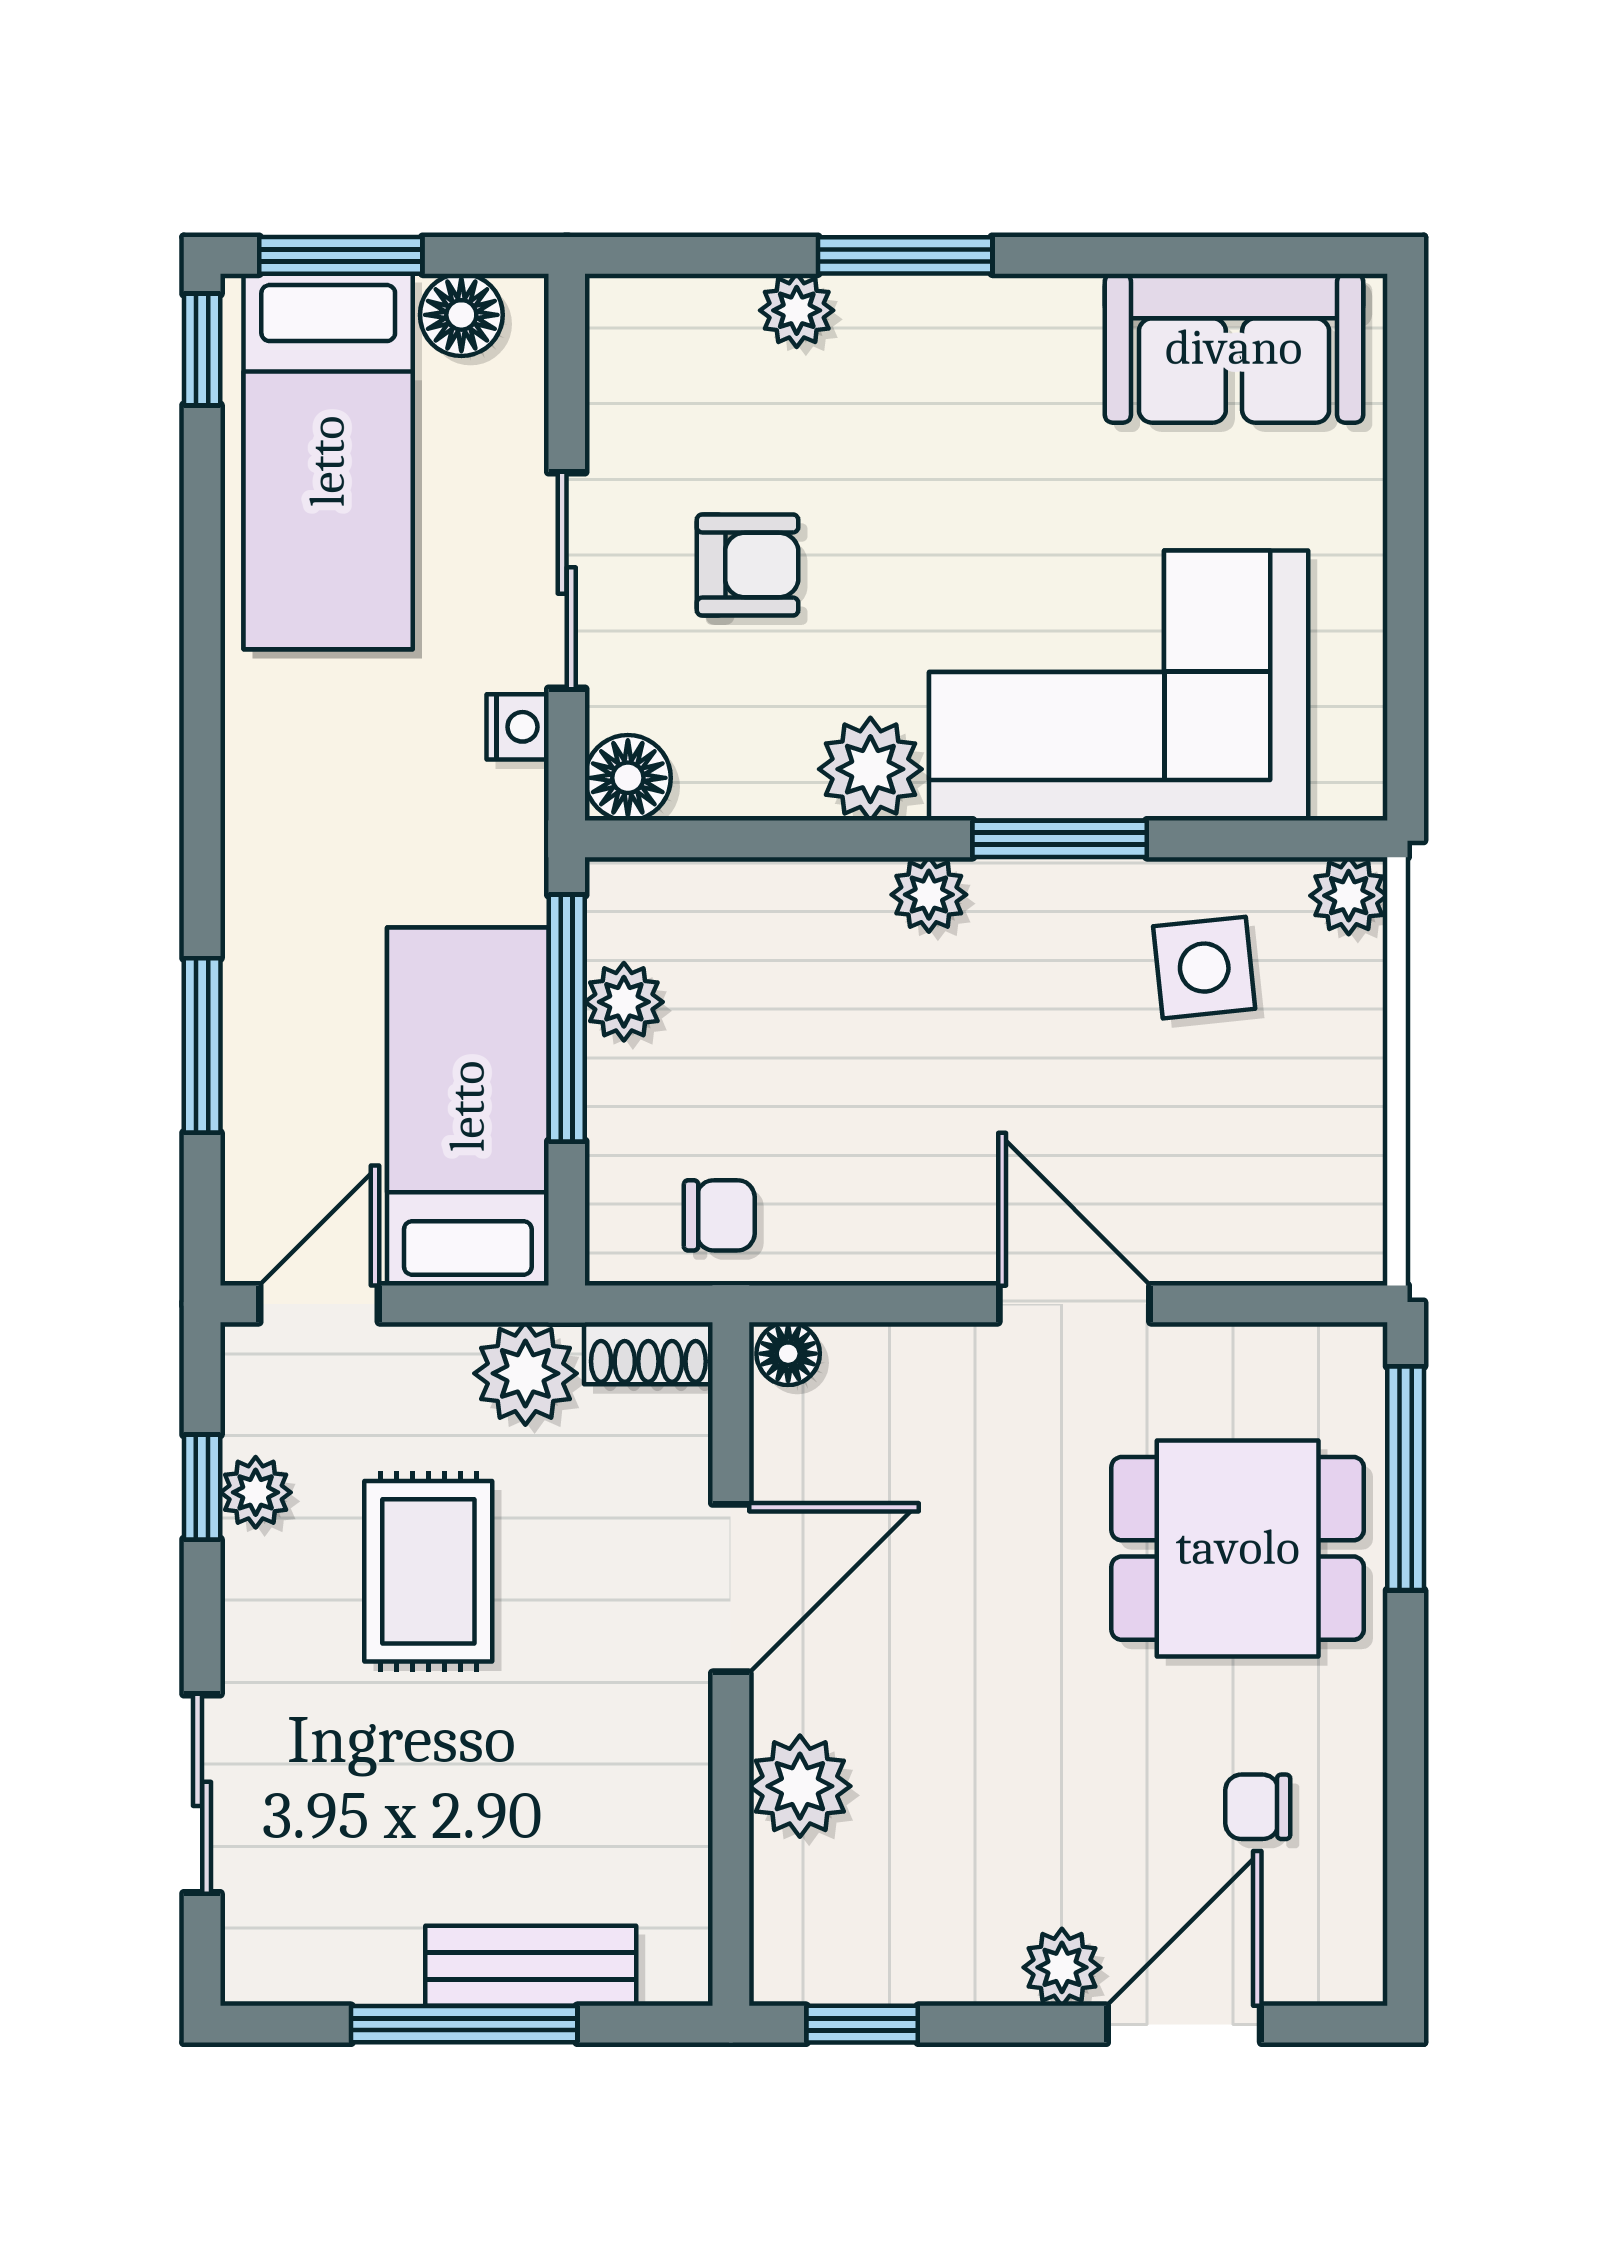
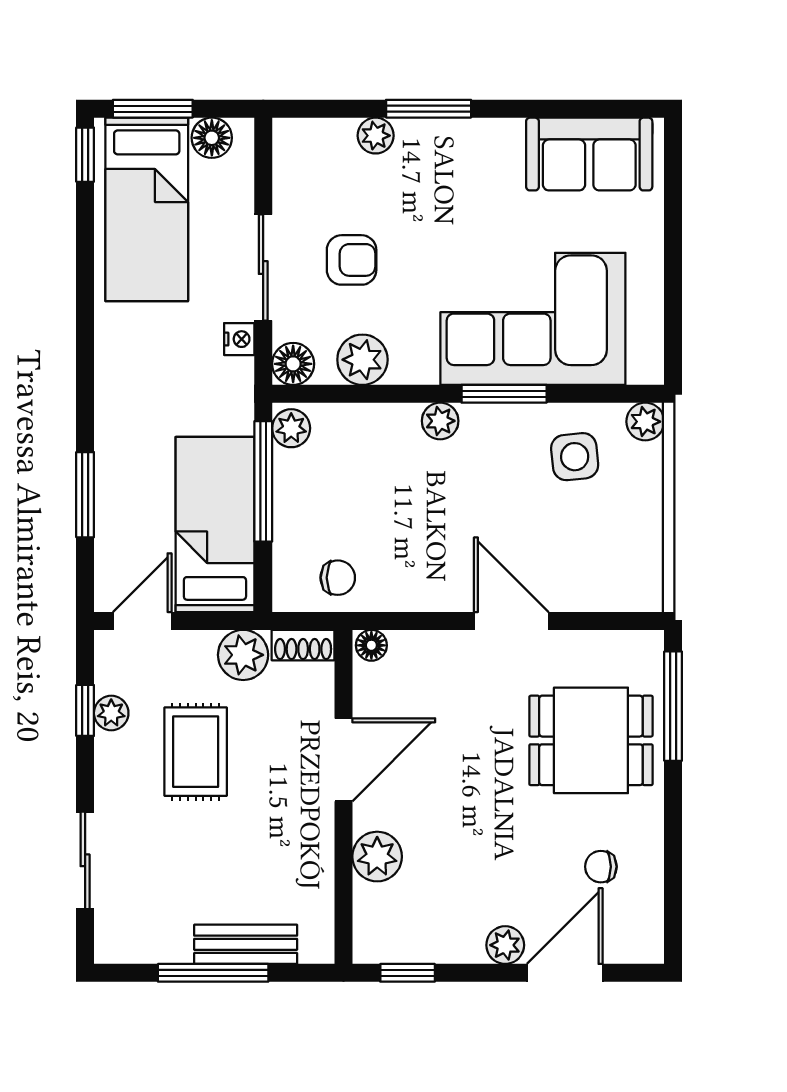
plant: (870, 769) -> (362, 360), moved
plant: (624, 1002) -> (291, 428), moved

